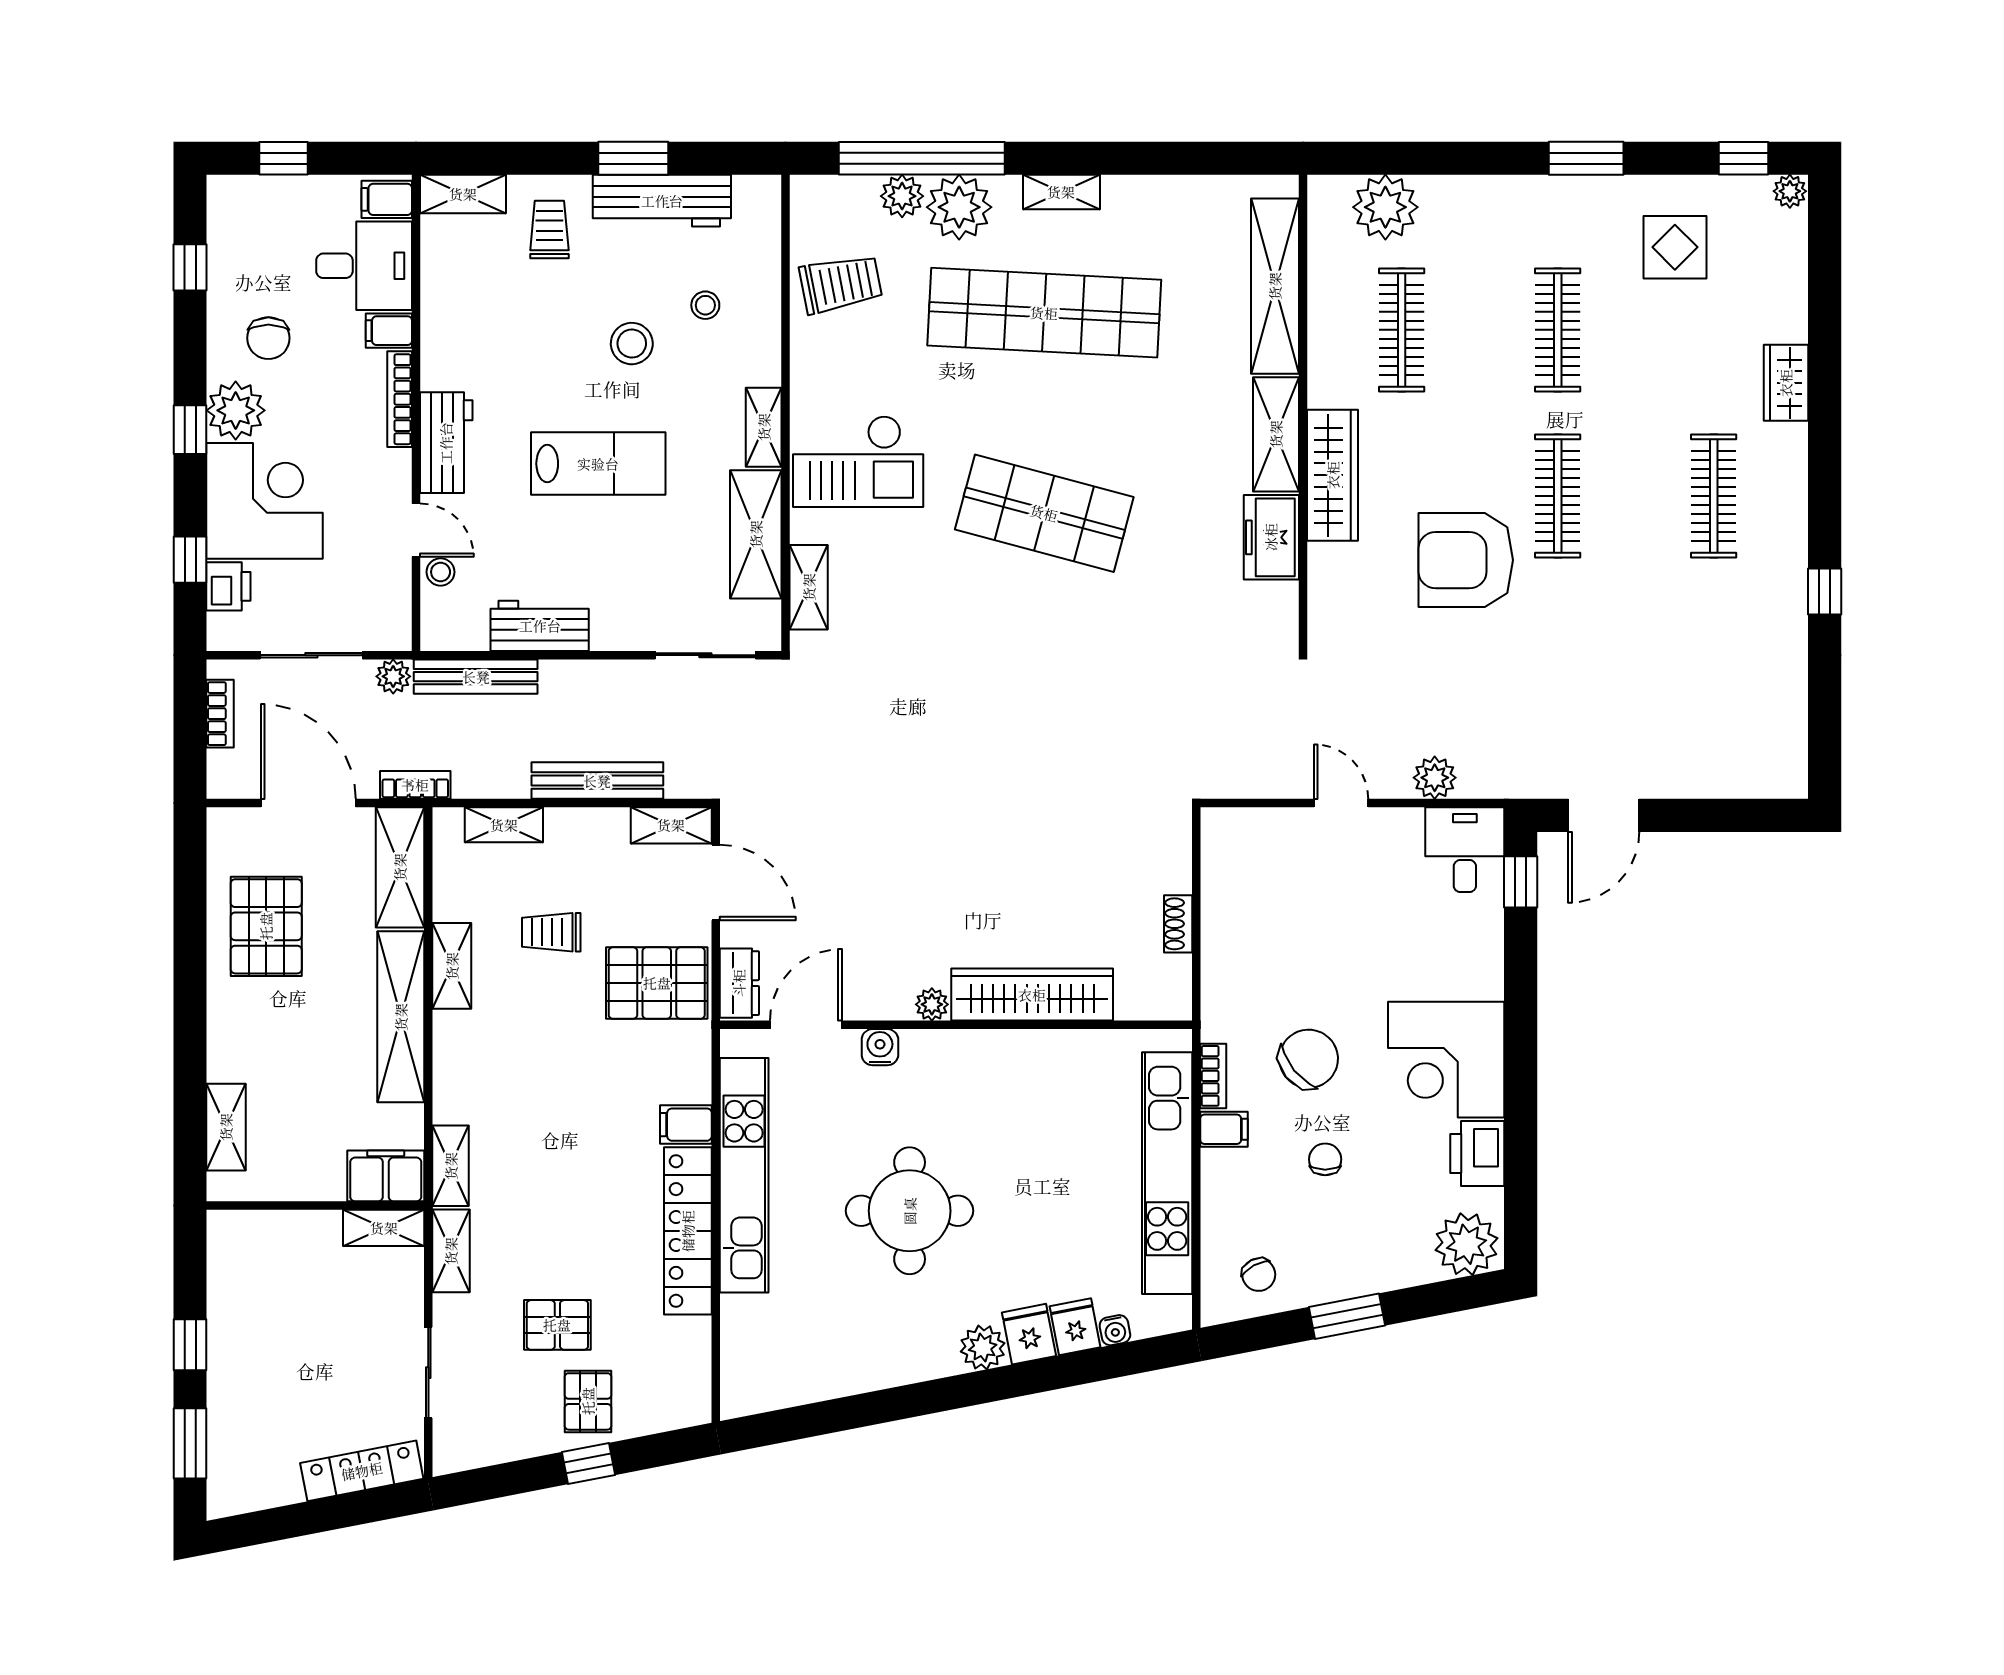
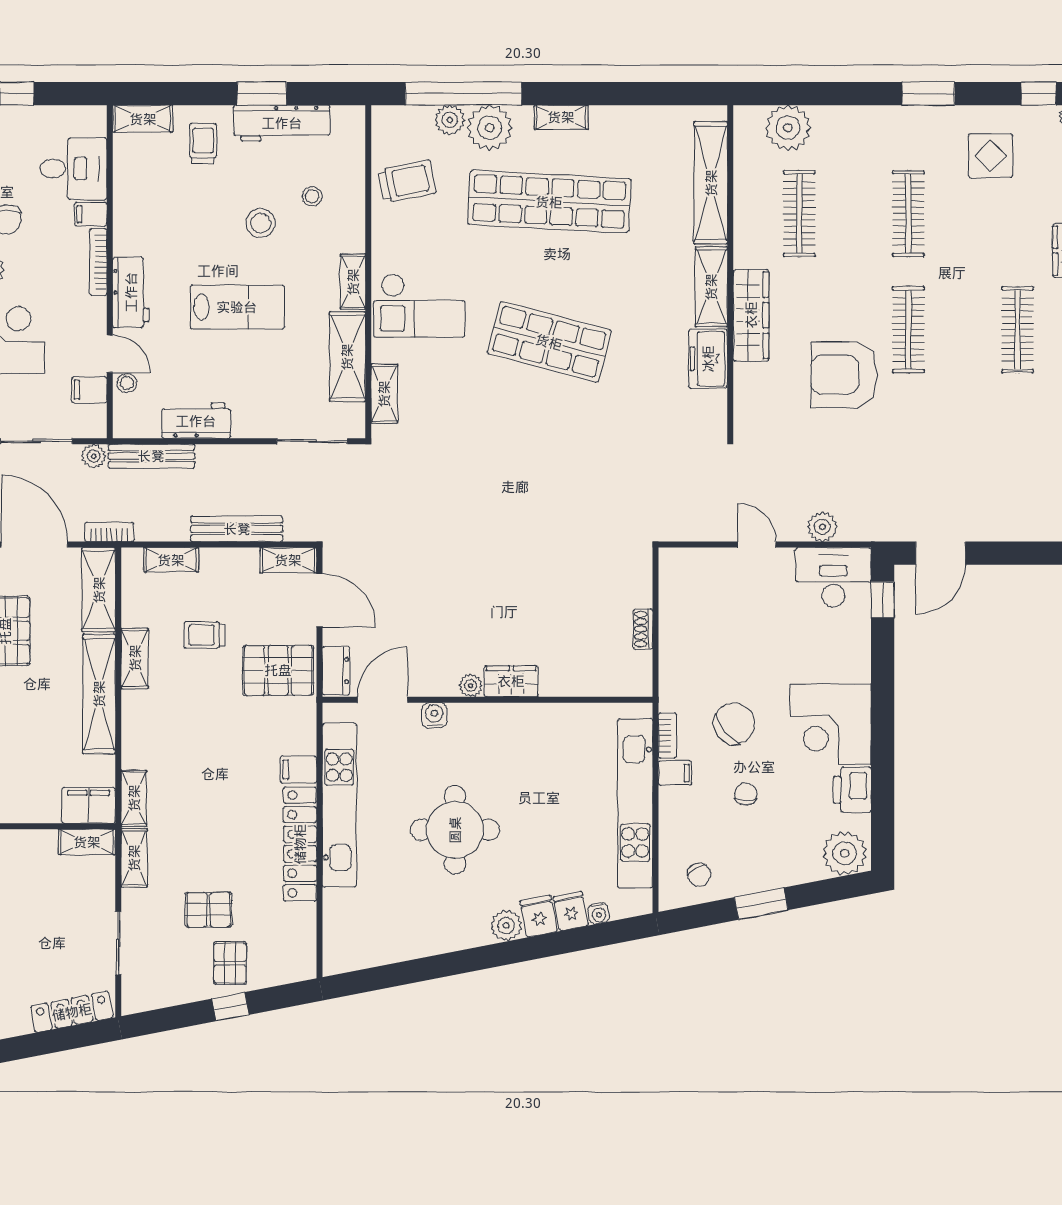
filing cabinet: (387, 199) -> (89, 390), moved
desk: (1465, 850) -> (833, 577), width x1.37
wardrobe: (1032, 995) -> (511, 681), width x0.48, depth x0.85

